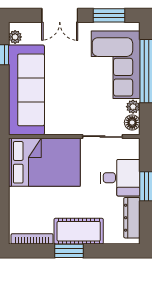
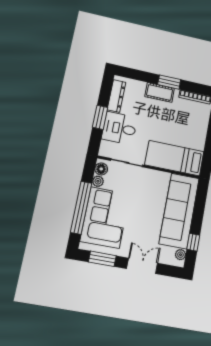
bed: (44, 162) -> (174, 158), width x0.67
cot: (79, 231) -> (160, 92), width x0.73, depth x0.75

